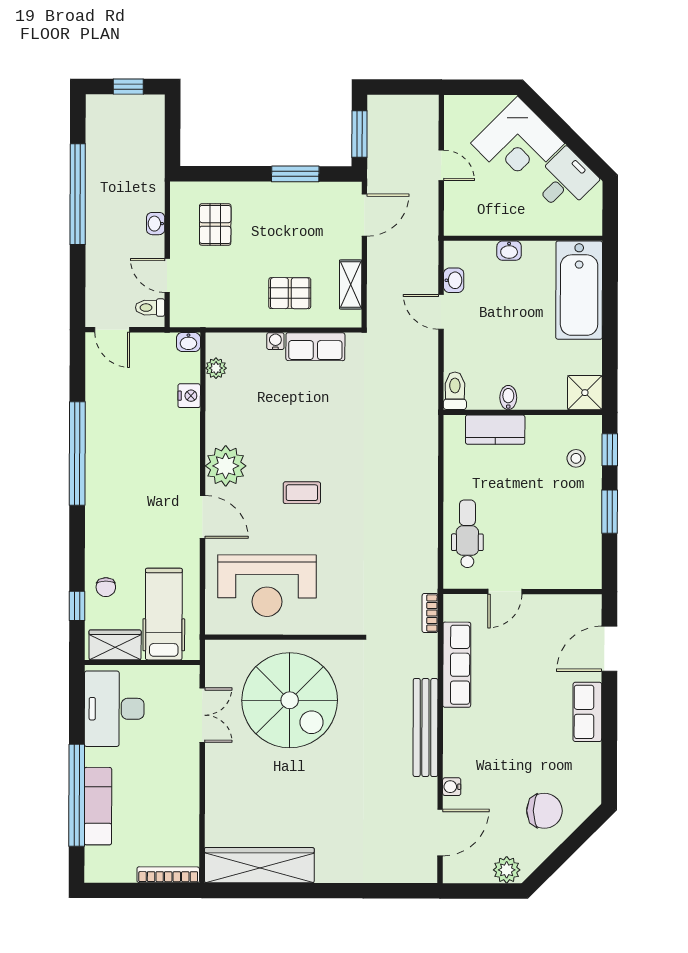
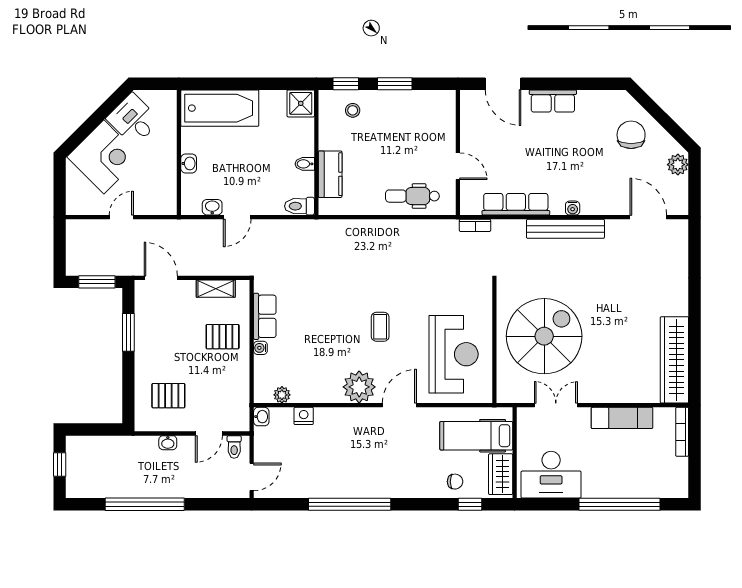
pallet: (290, 293) -> (223, 337), turned 90
water cooler: (452, 787) -> (573, 208), moved
exam couch: (98, 806) -> (622, 418), moved, turned 180

